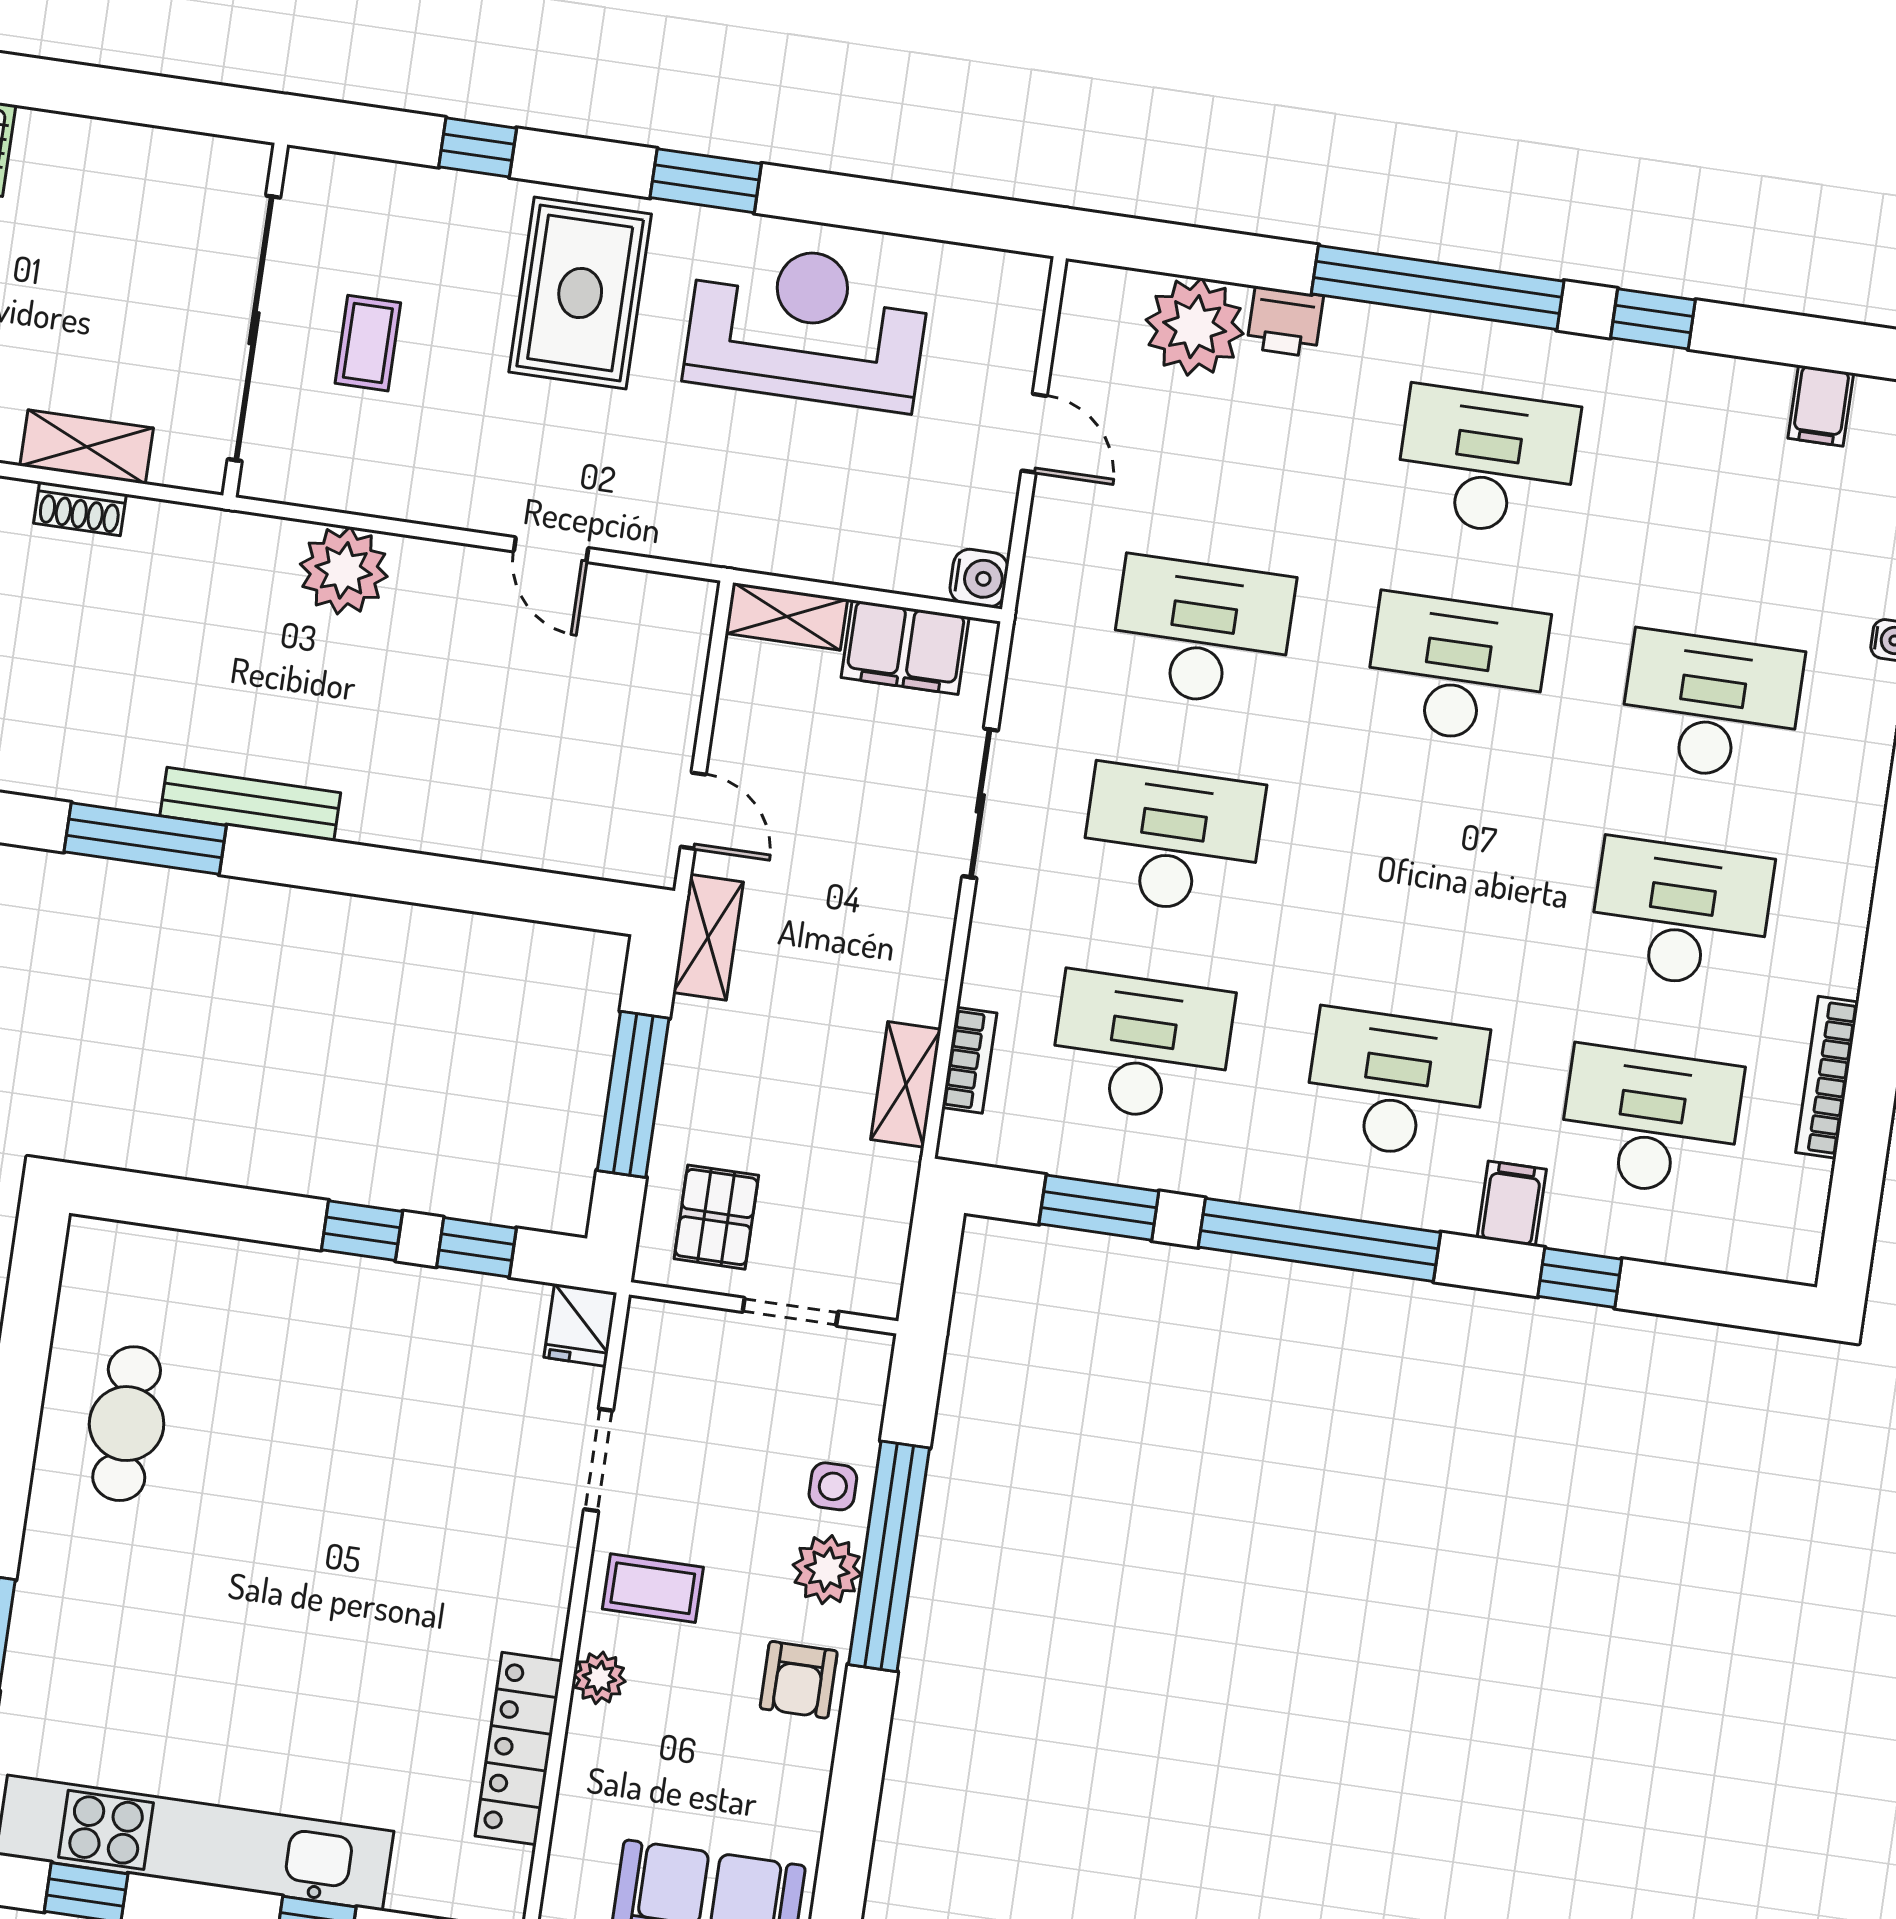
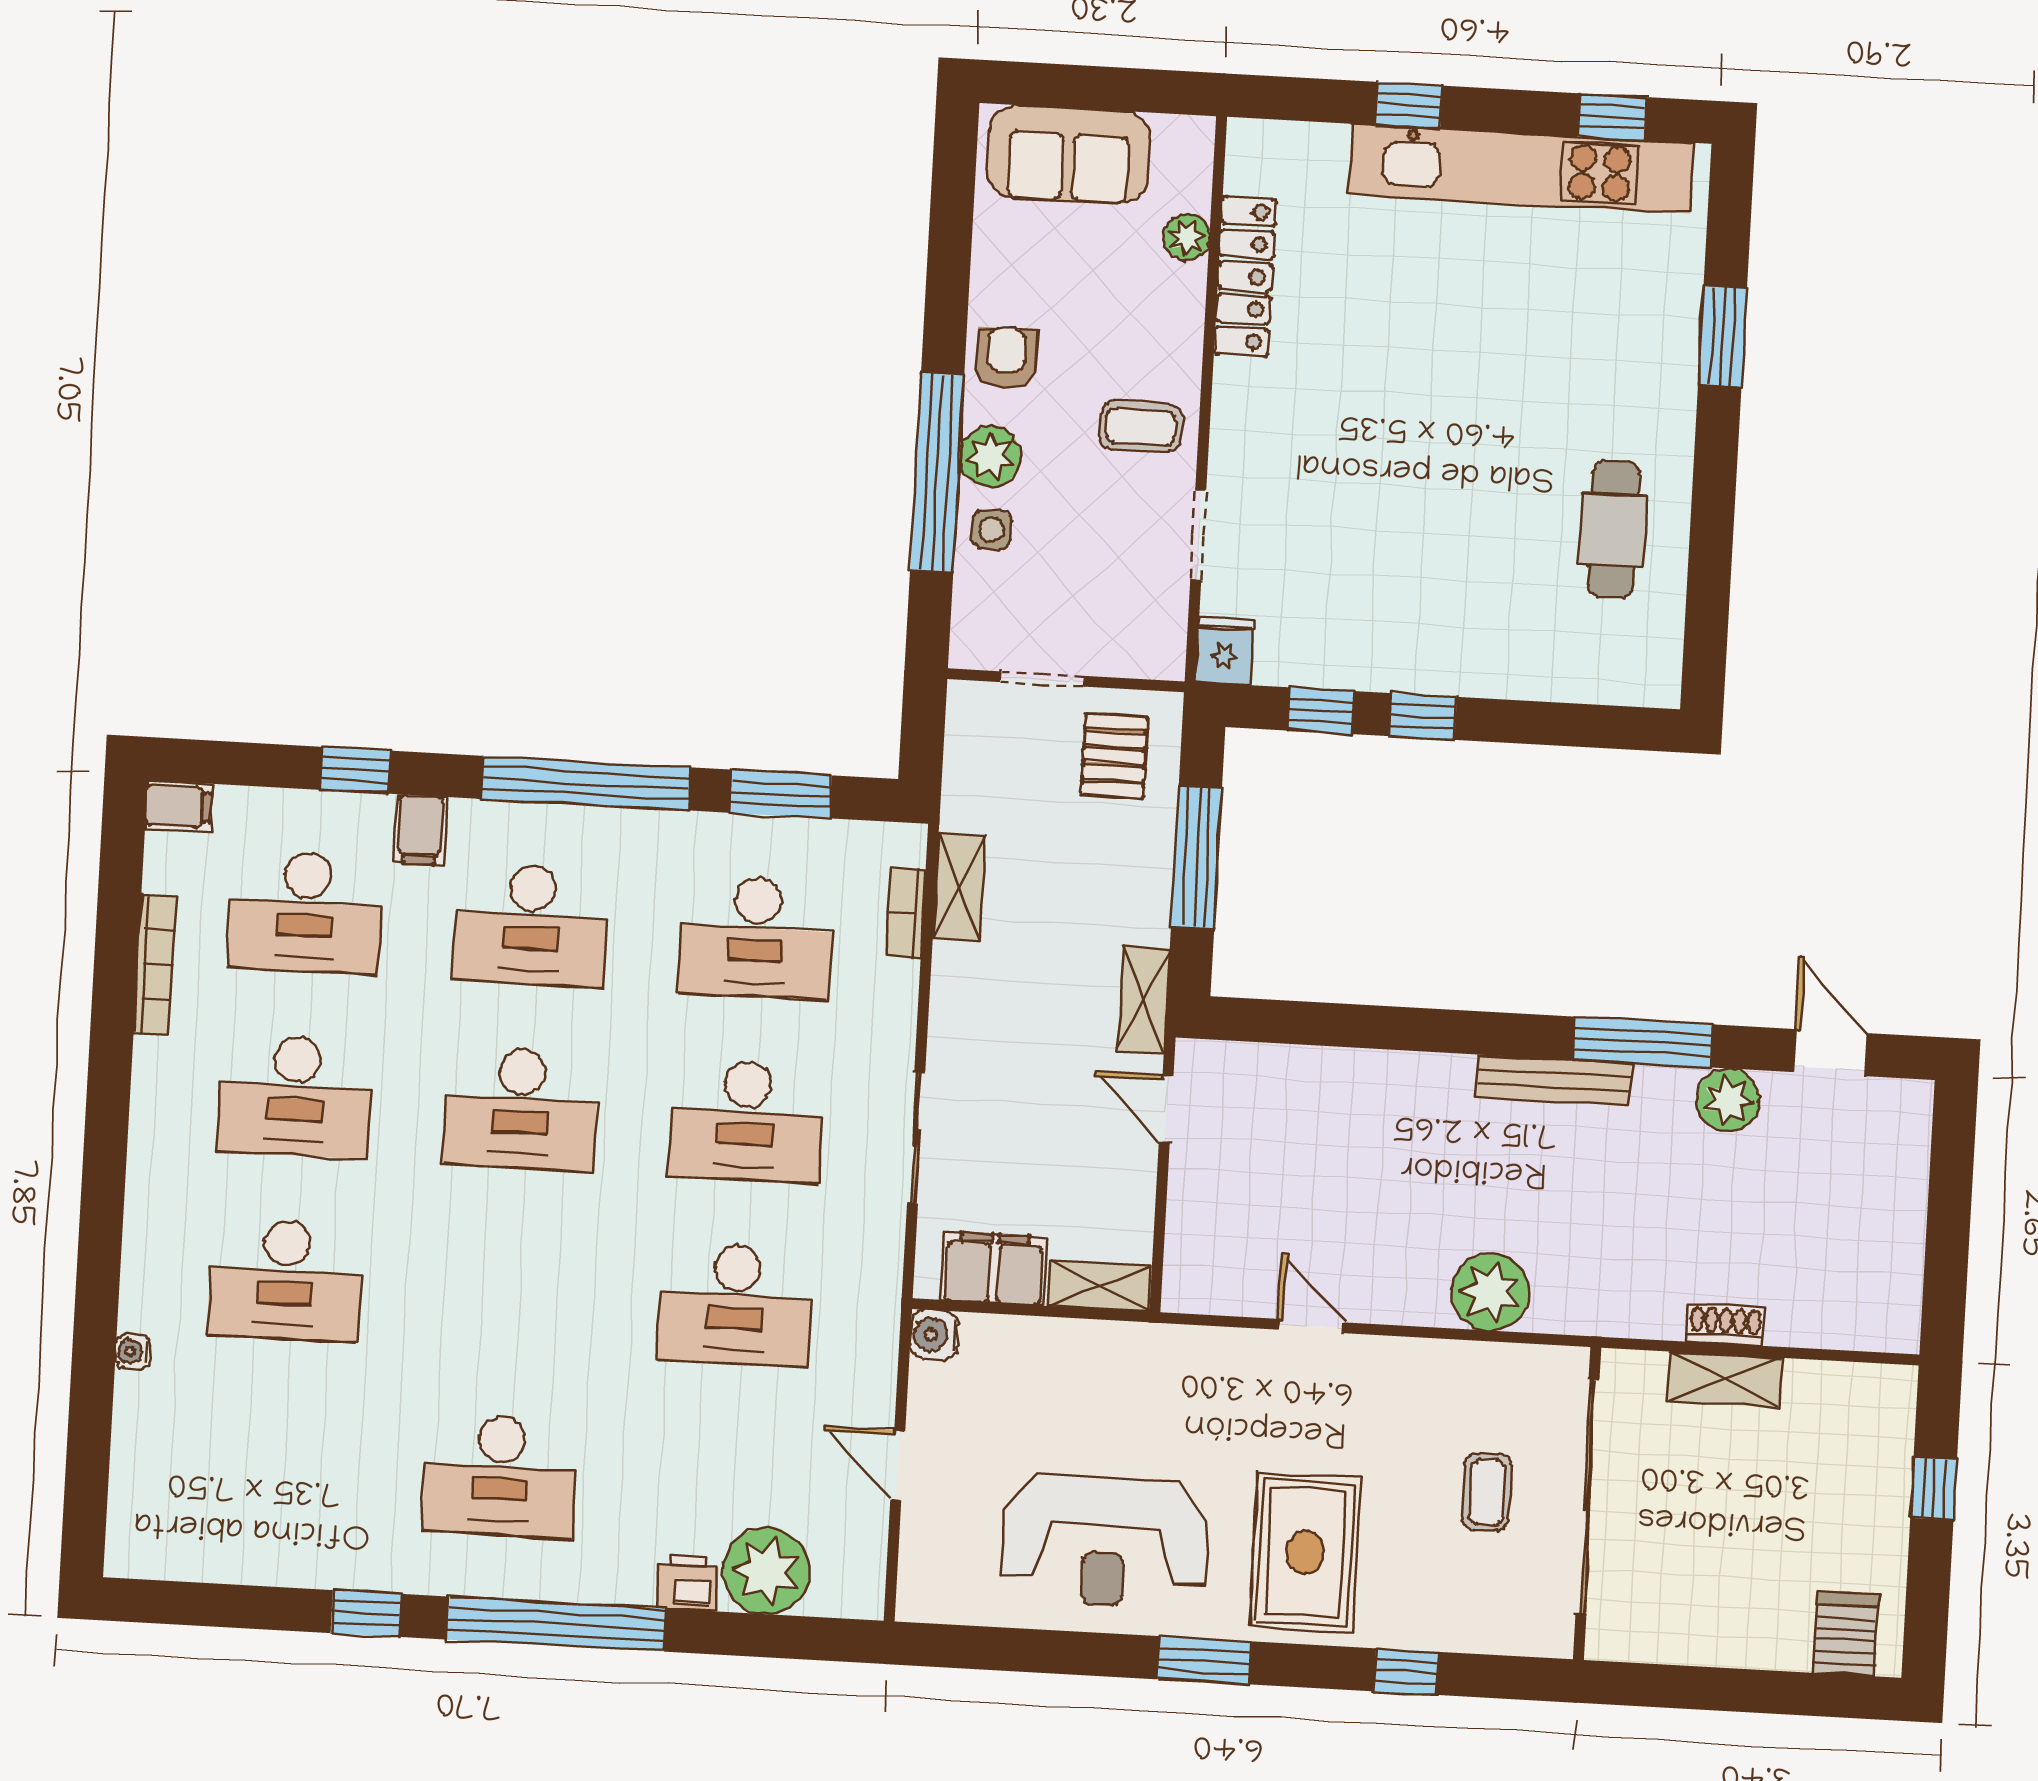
filing cabinet: (1821, 406) -> (179, 806), moved, turned 90
desk: (1457, 669) -> (521, 1109), moved
plant: (54, 764) -> (1728, 1100), added
plant: (599, 1678) -> (1187, 237), moved

